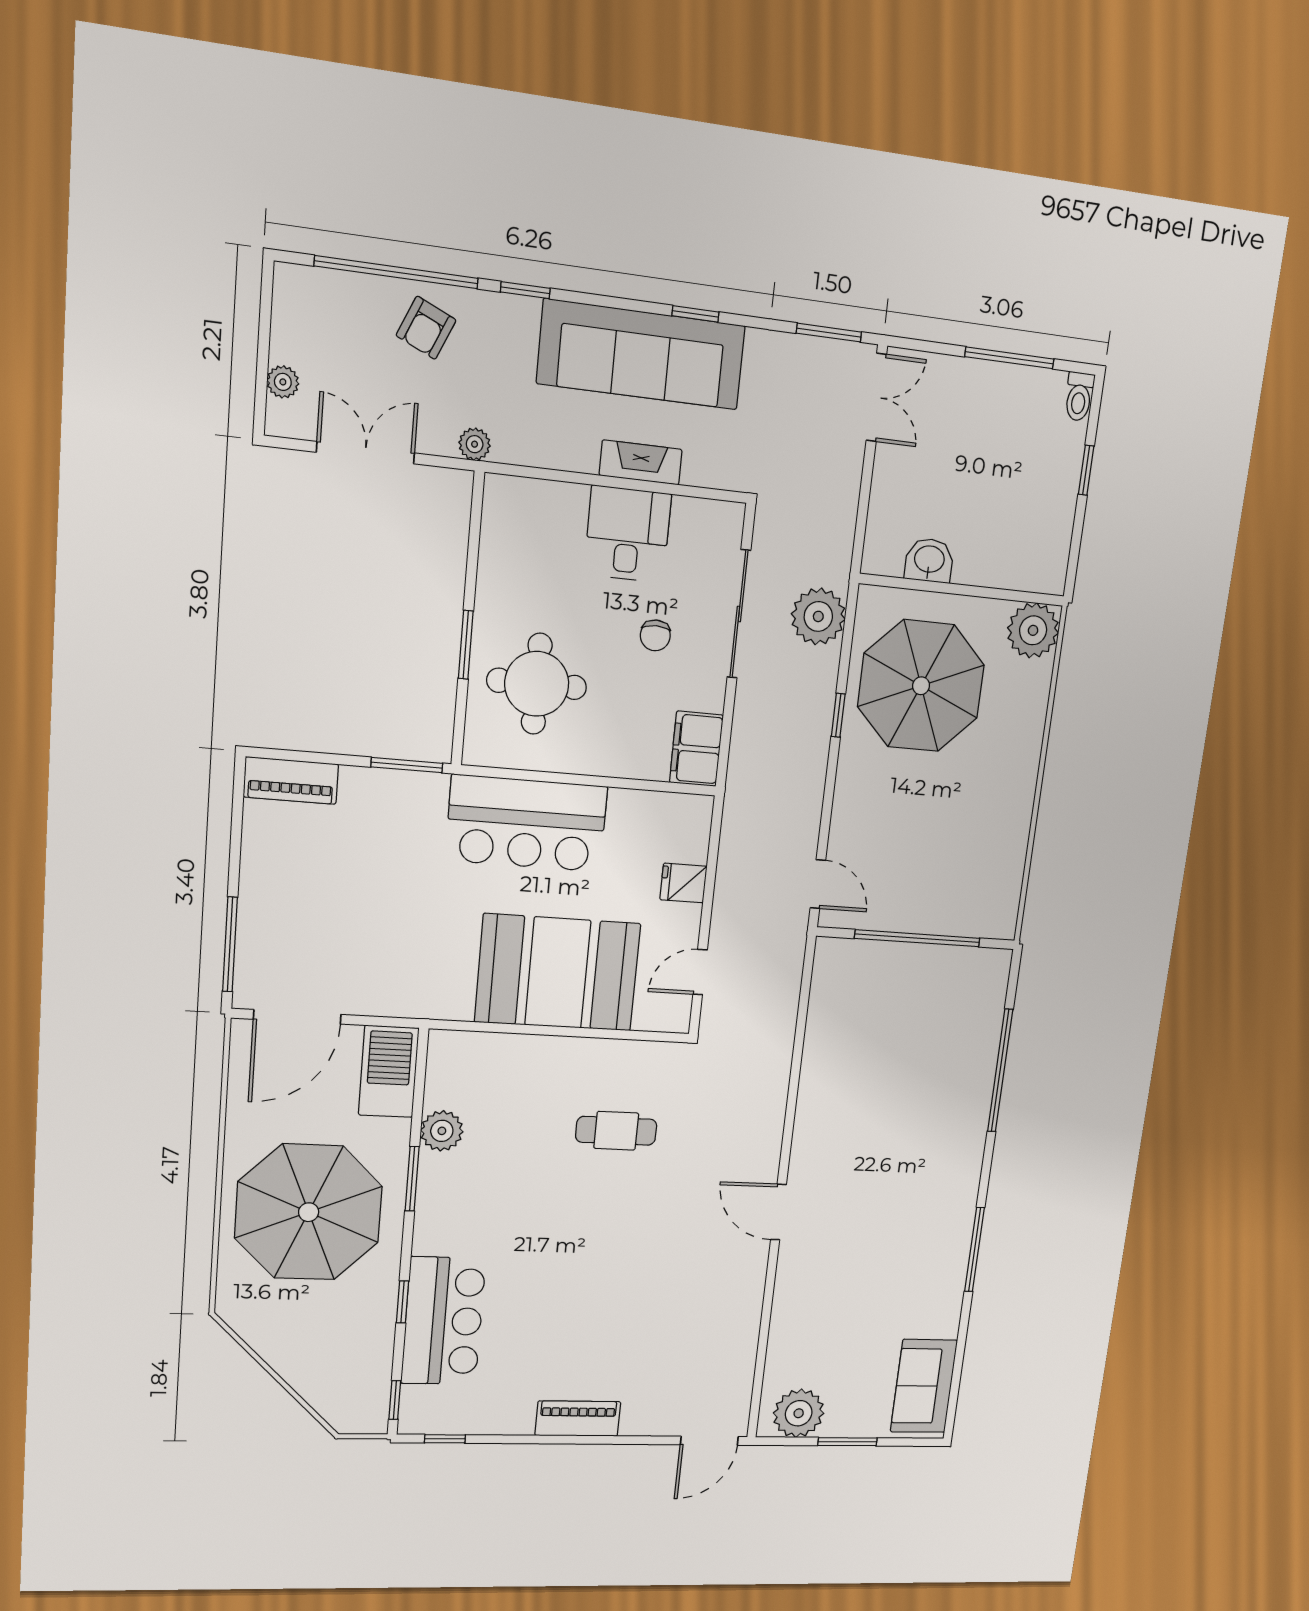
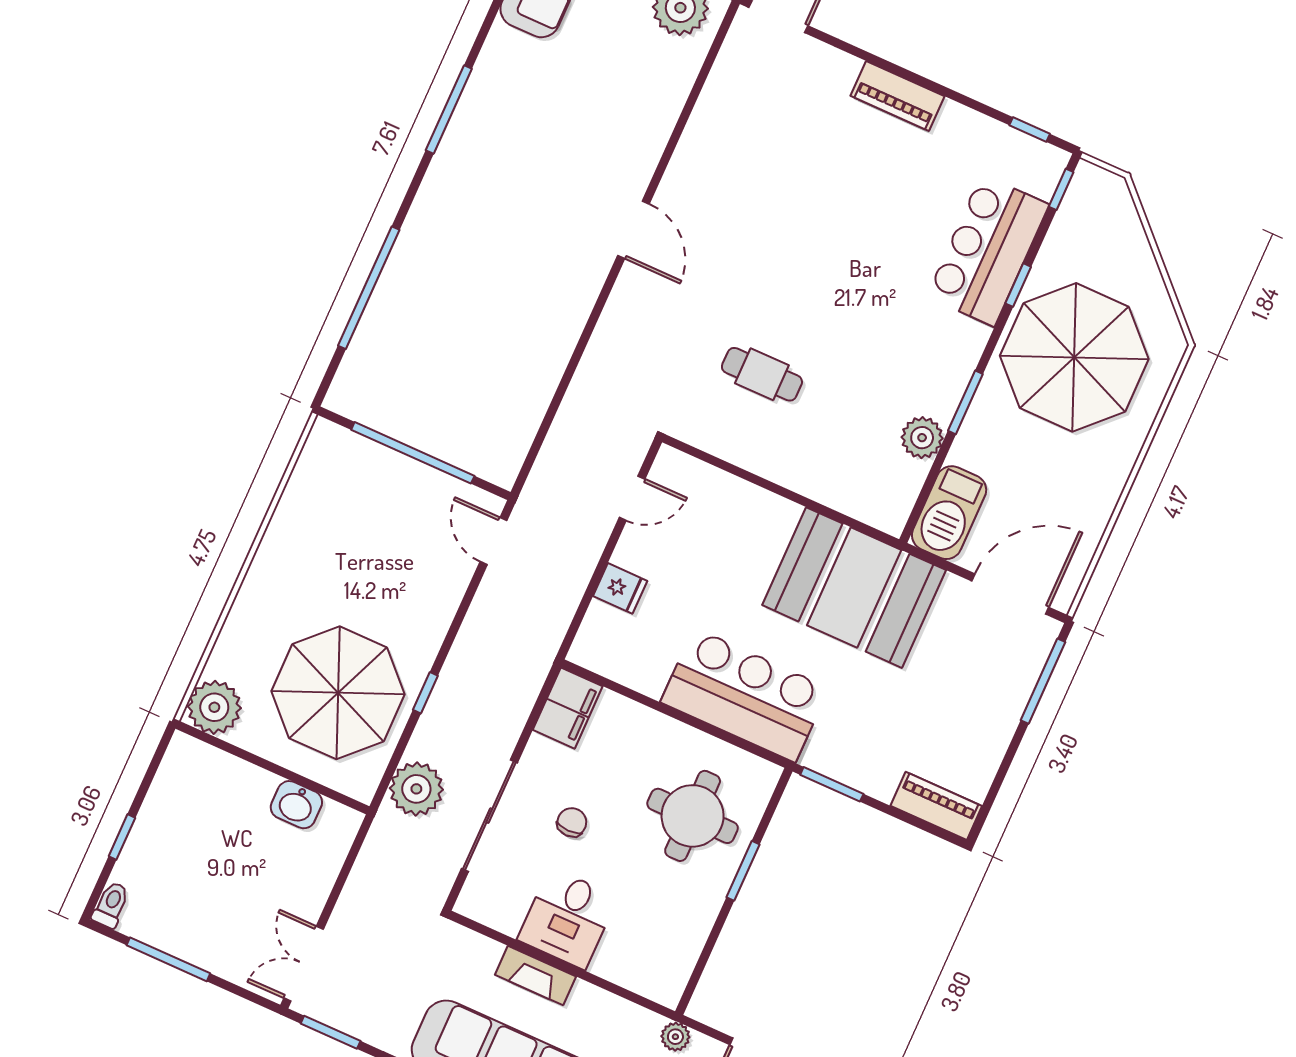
booth: (558, 973) -> (854, 588), moved
parasol: (309, 1212) -> (1074, 357), moved

